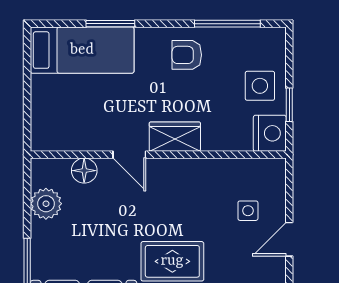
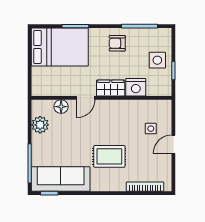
bed: (82, 50) -> (60, 47), width x1.50
nightstand: (270, 133) -> (136, 87), moved, turned 90
door: (129, 155) -> (86, 98), hinge flipped

